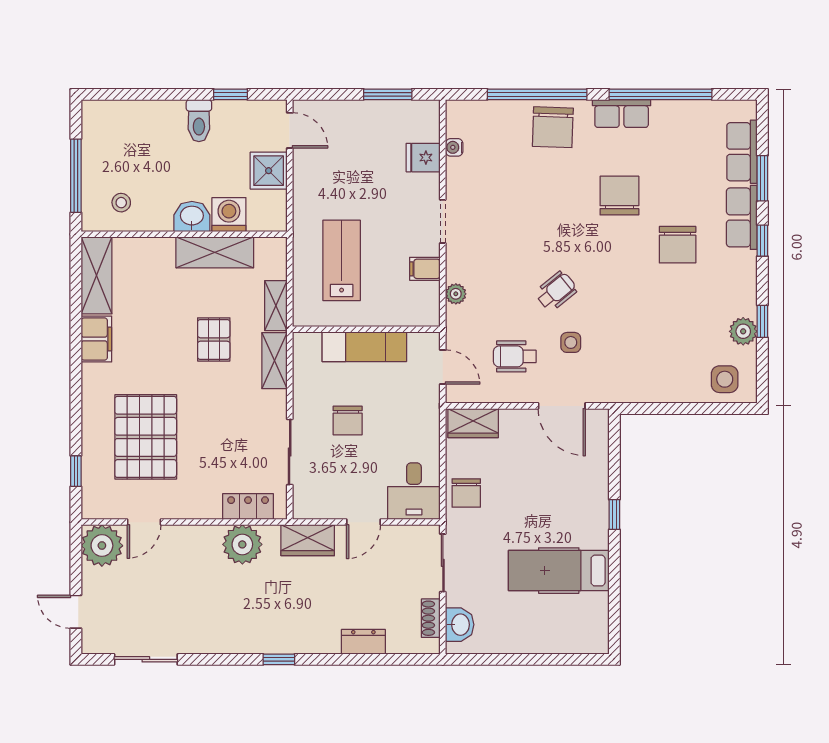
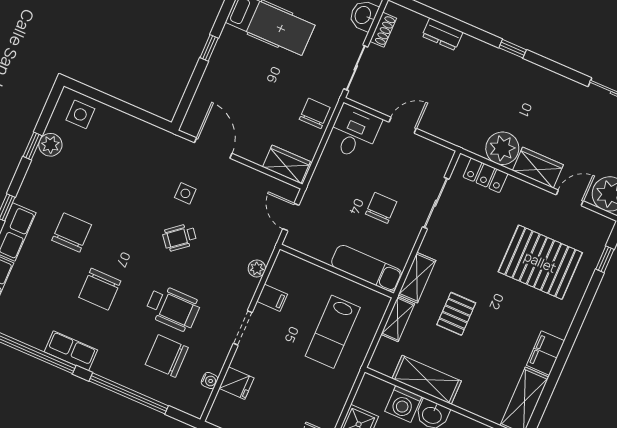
chair: (553, 127) -> (167, 356), moved, turned -92
exam couch: (364, 347) -> (367, 268), moved
wheelchair: (515, 356) -> (173, 308), moved, width x1.36, depth x1.37
pallet: (146, 437) -> (540, 262), turned 90
wardrobe: (308, 540) -> (538, 168), moved

